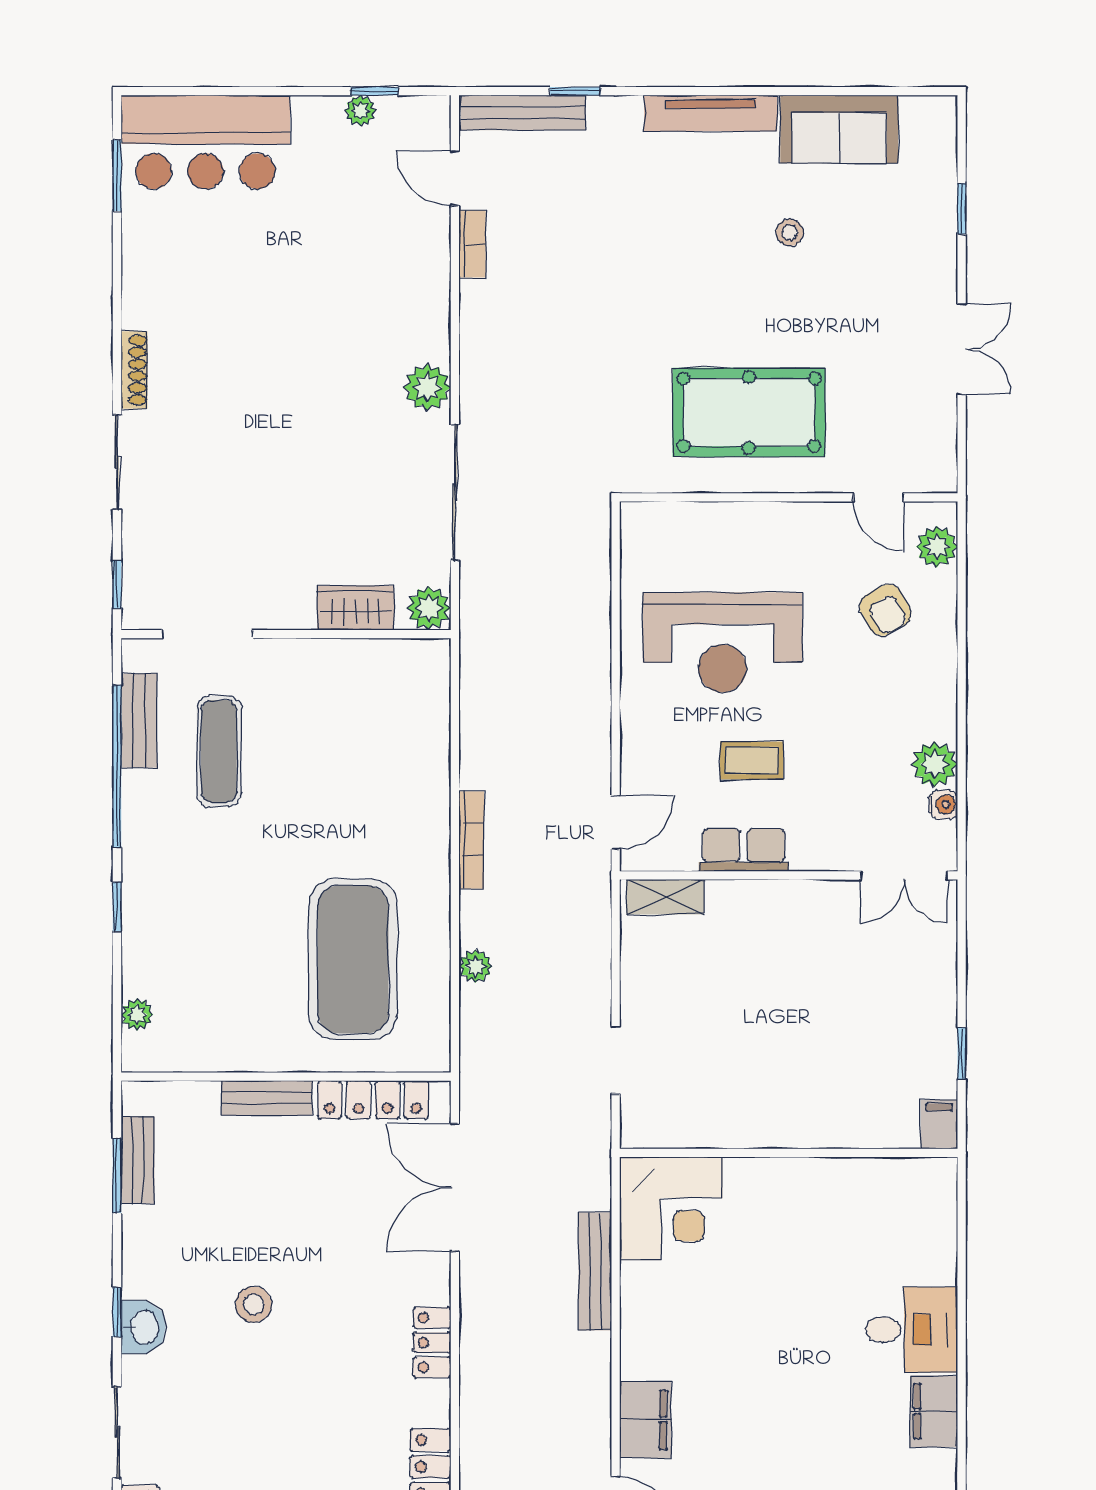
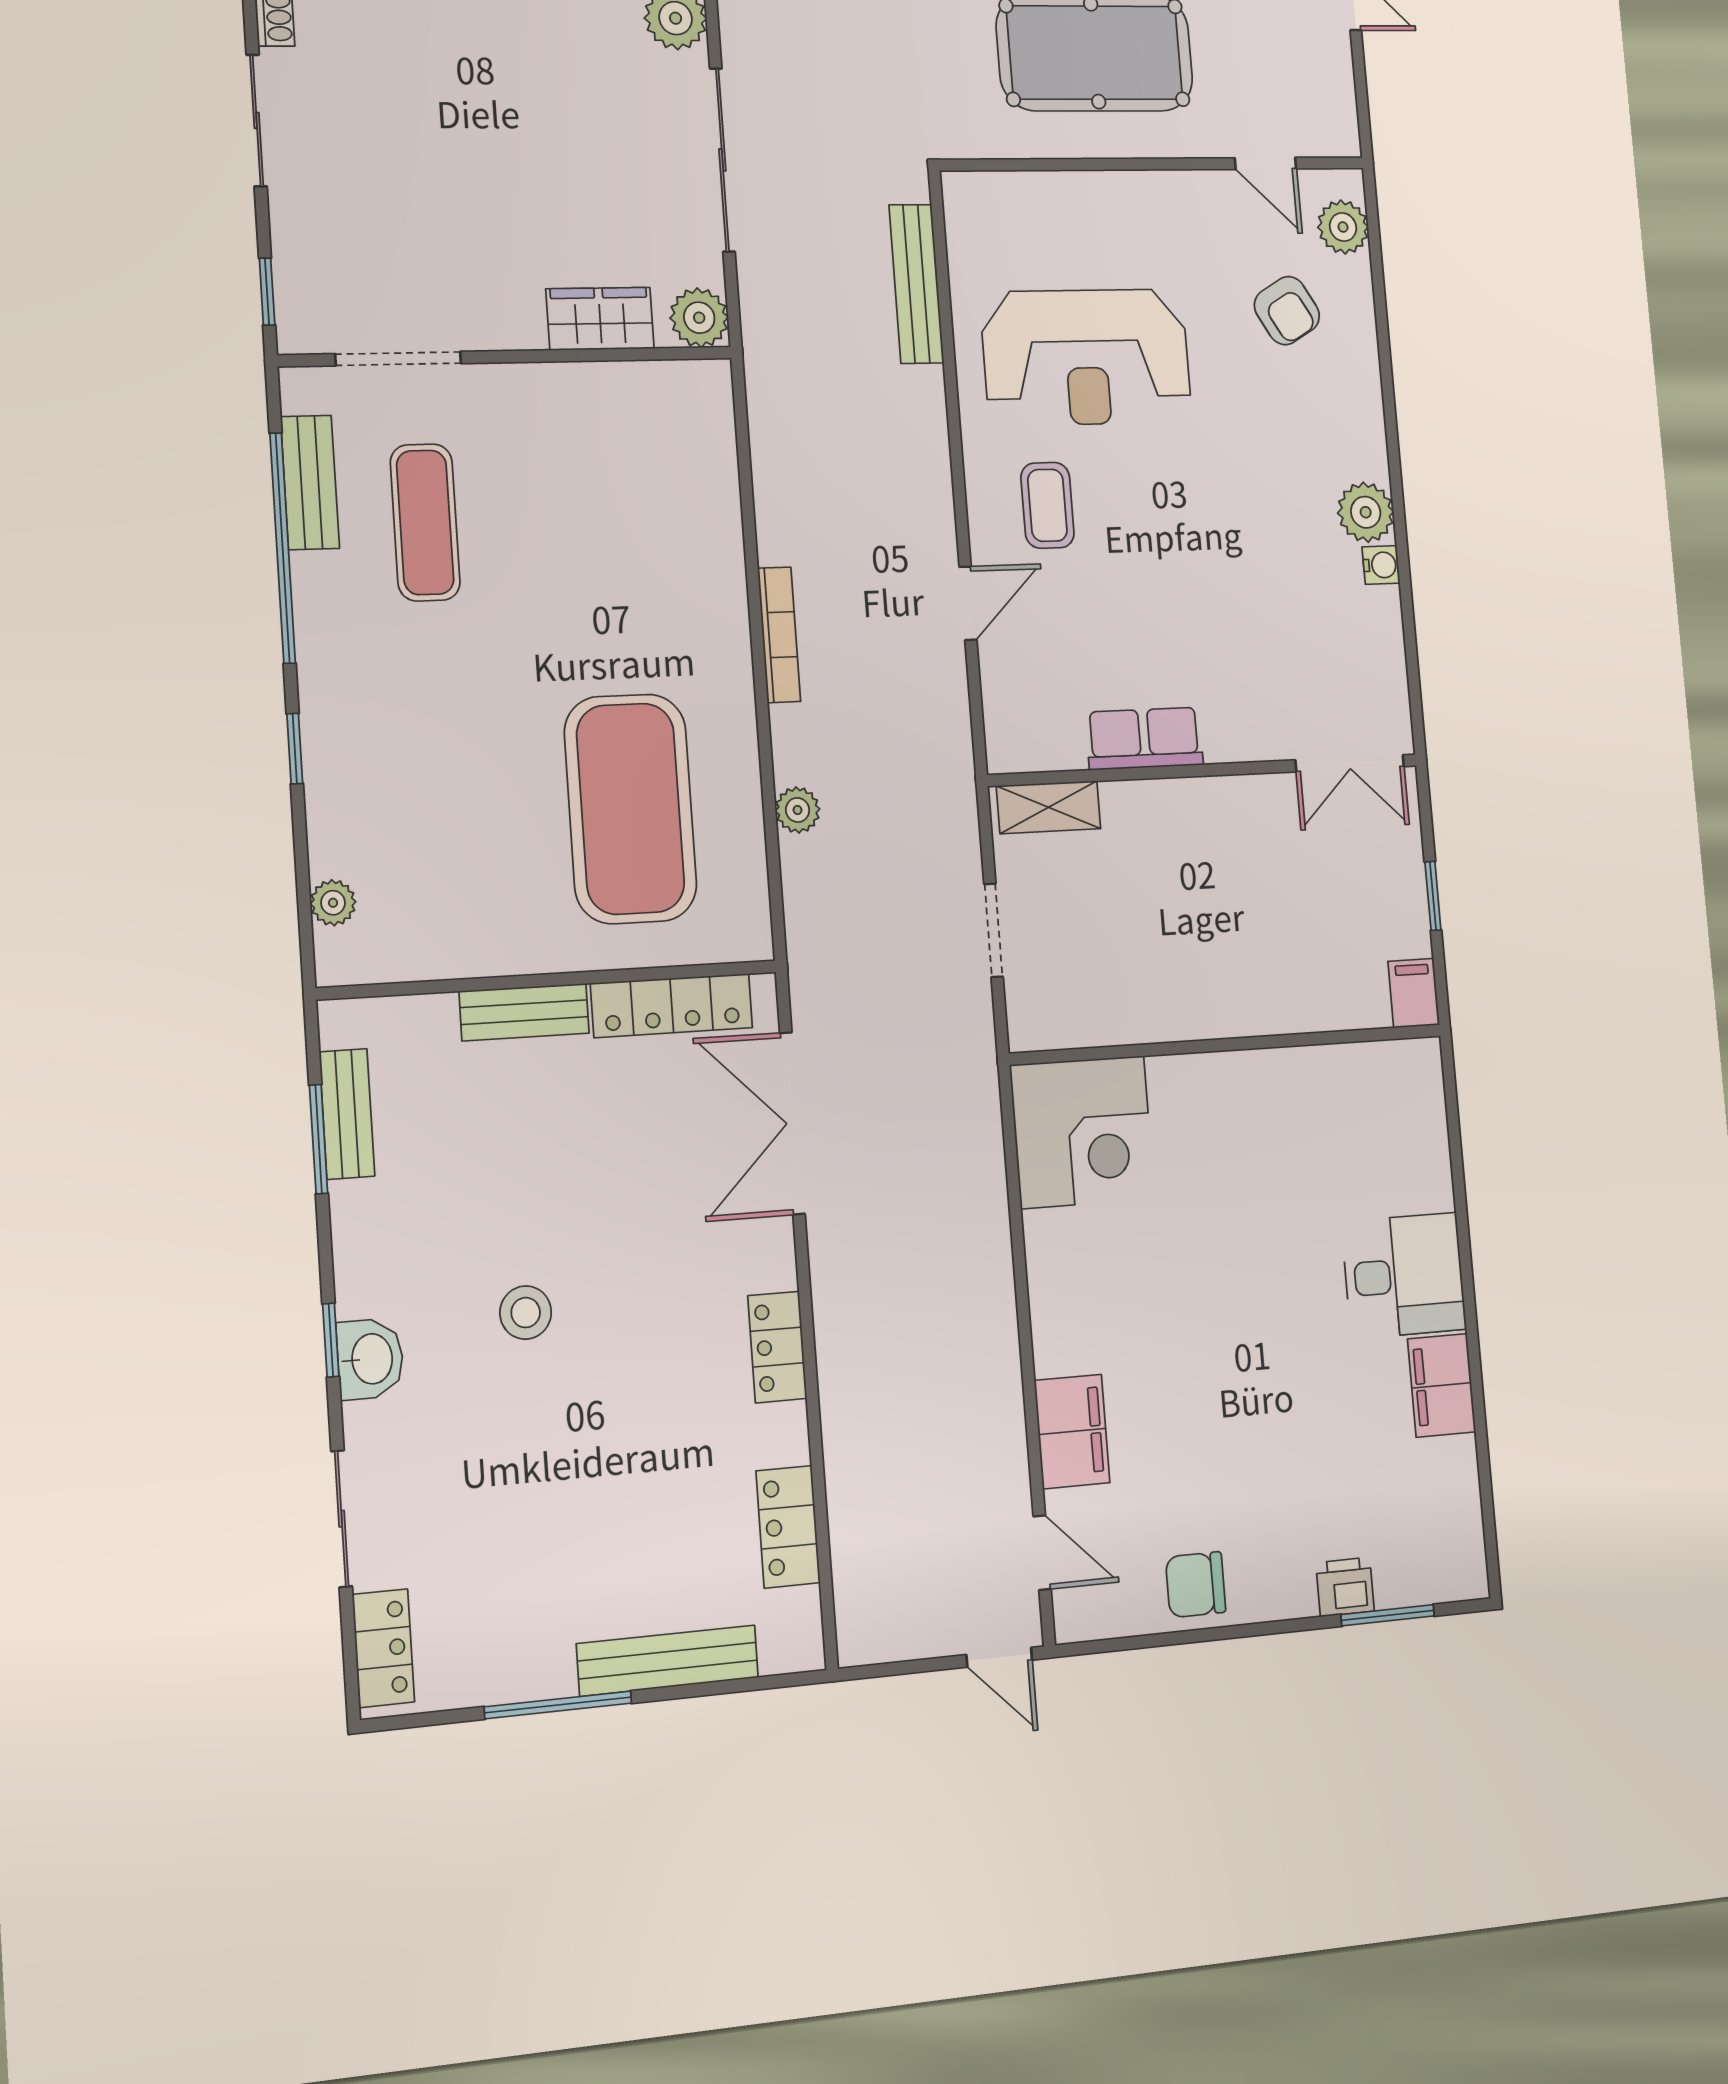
coffee table: (752, 760) -> (1047, 505), moved, turned 90
row of seats: (743, 850) -> (1144, 739), moved
wall: (789, 875) -> (1205, 770), moved
double door: (904, 875) -> (1350, 763), moved
shelving: (665, 897) -> (1049, 807), moved
bench: (595, 1271) -> (916, 284), moved

